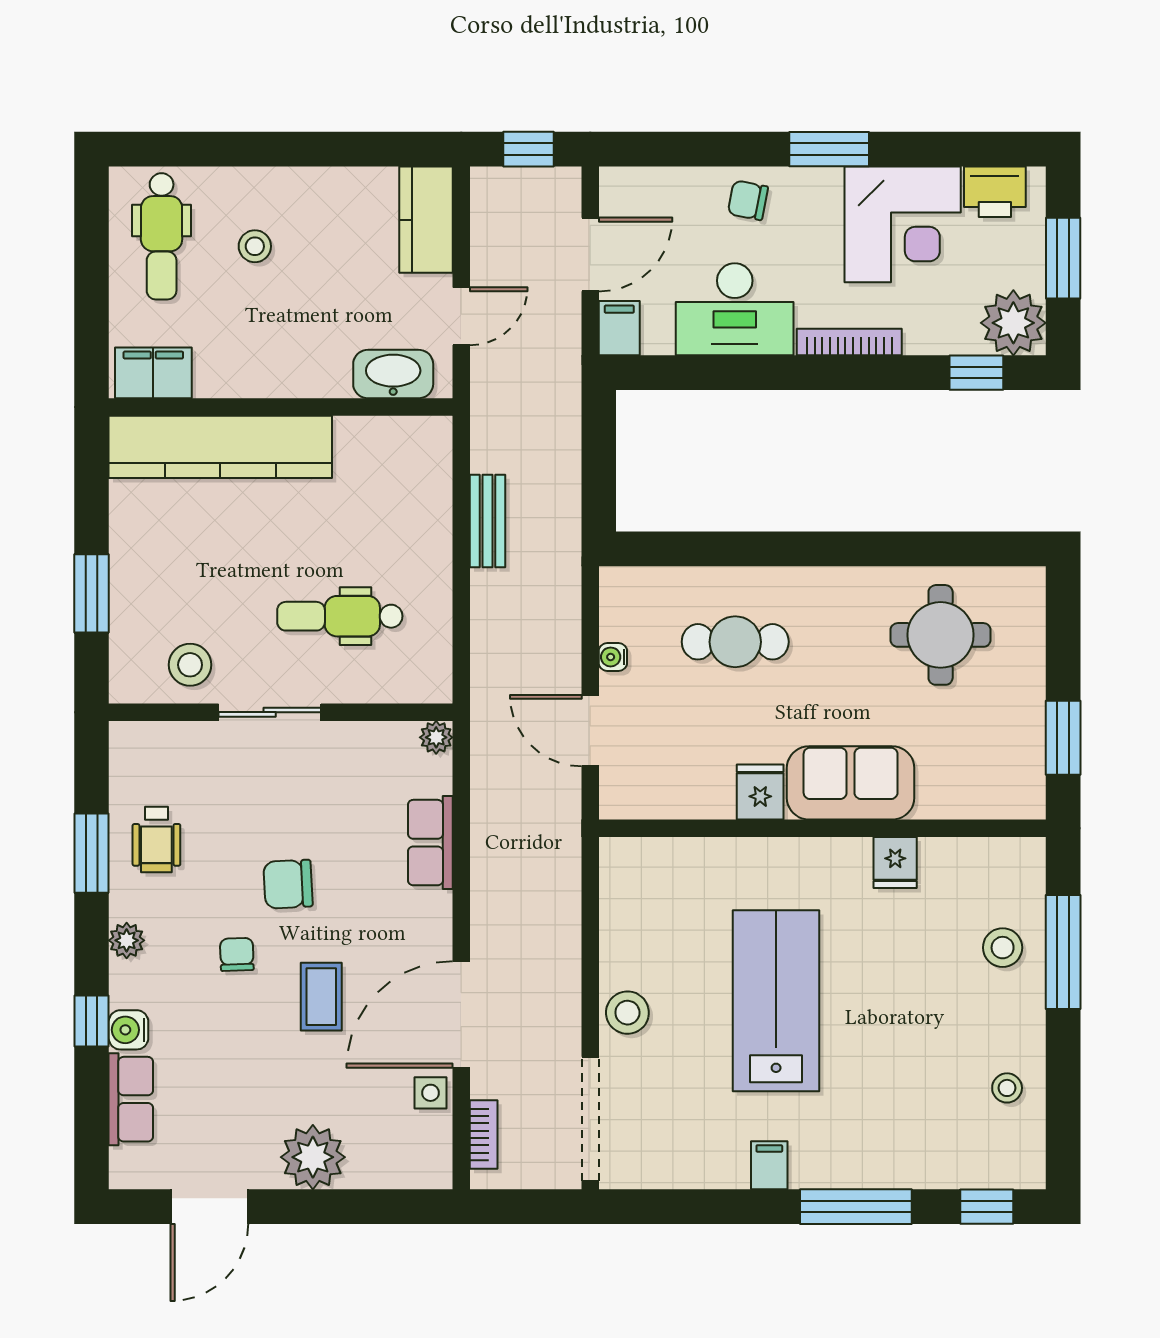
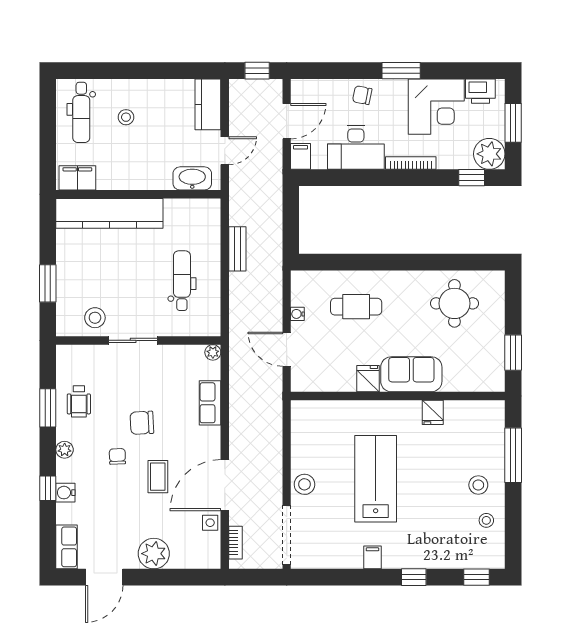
dental chair: (340, 616) -> (182, 281), moved, turned 90
stool: (1003, 948) -> (478, 485), moved
row of seats: (131, 1099) -> (67, 547), moved
window: (856, 1207) -> (414, 577), width x0.46

